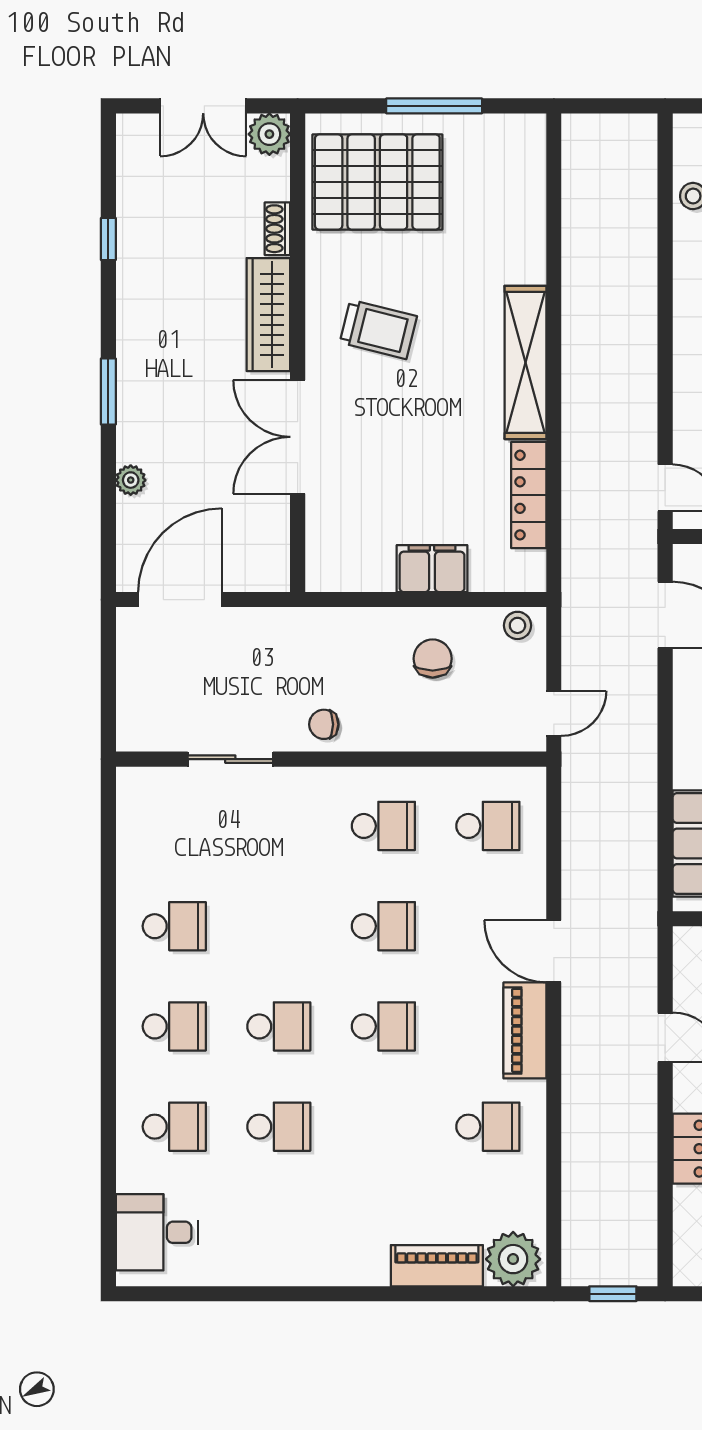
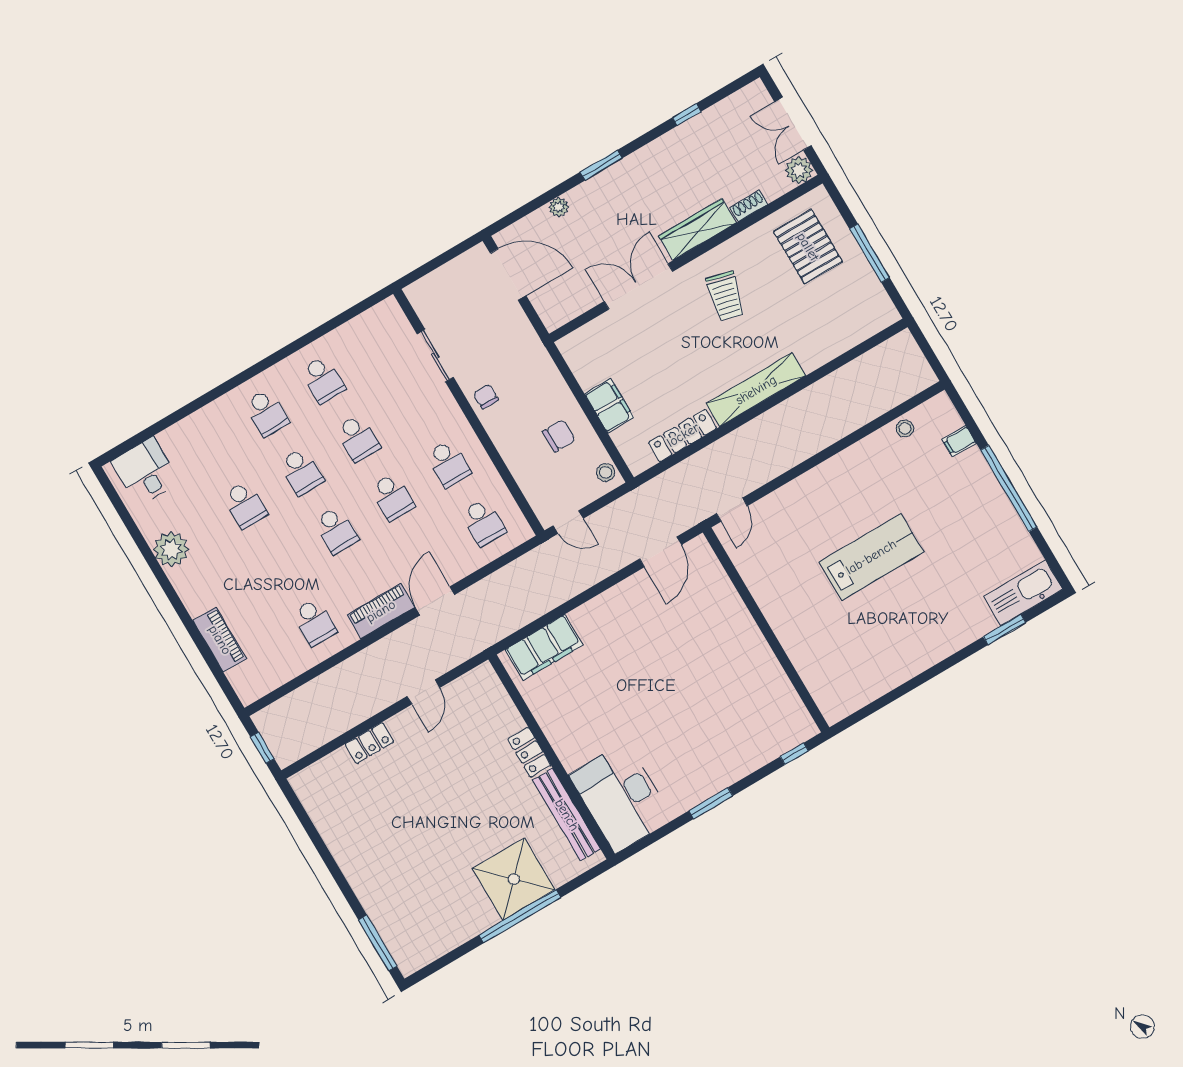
pallet: (377, 182) -> (808, 247), width x0.73, depth x0.71
school desk: (174, 1127) -> (358, 438), moved
plant: (513, 1259) -> (171, 549), moved

